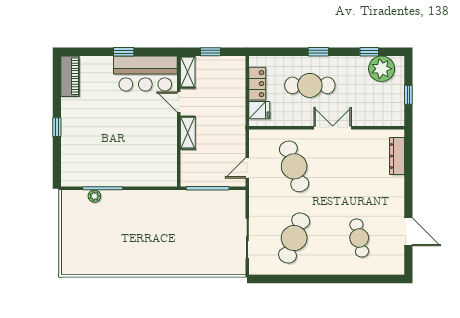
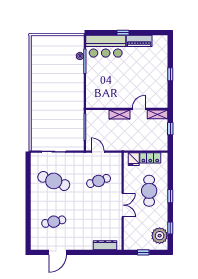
bar counter: (145, 73) -> (106, 46), moved, turned -90
piano: (70, 76) -> (139, 41), moved
cafe table: (294, 166) -> (99, 181), width x0.73, depth x0.74

